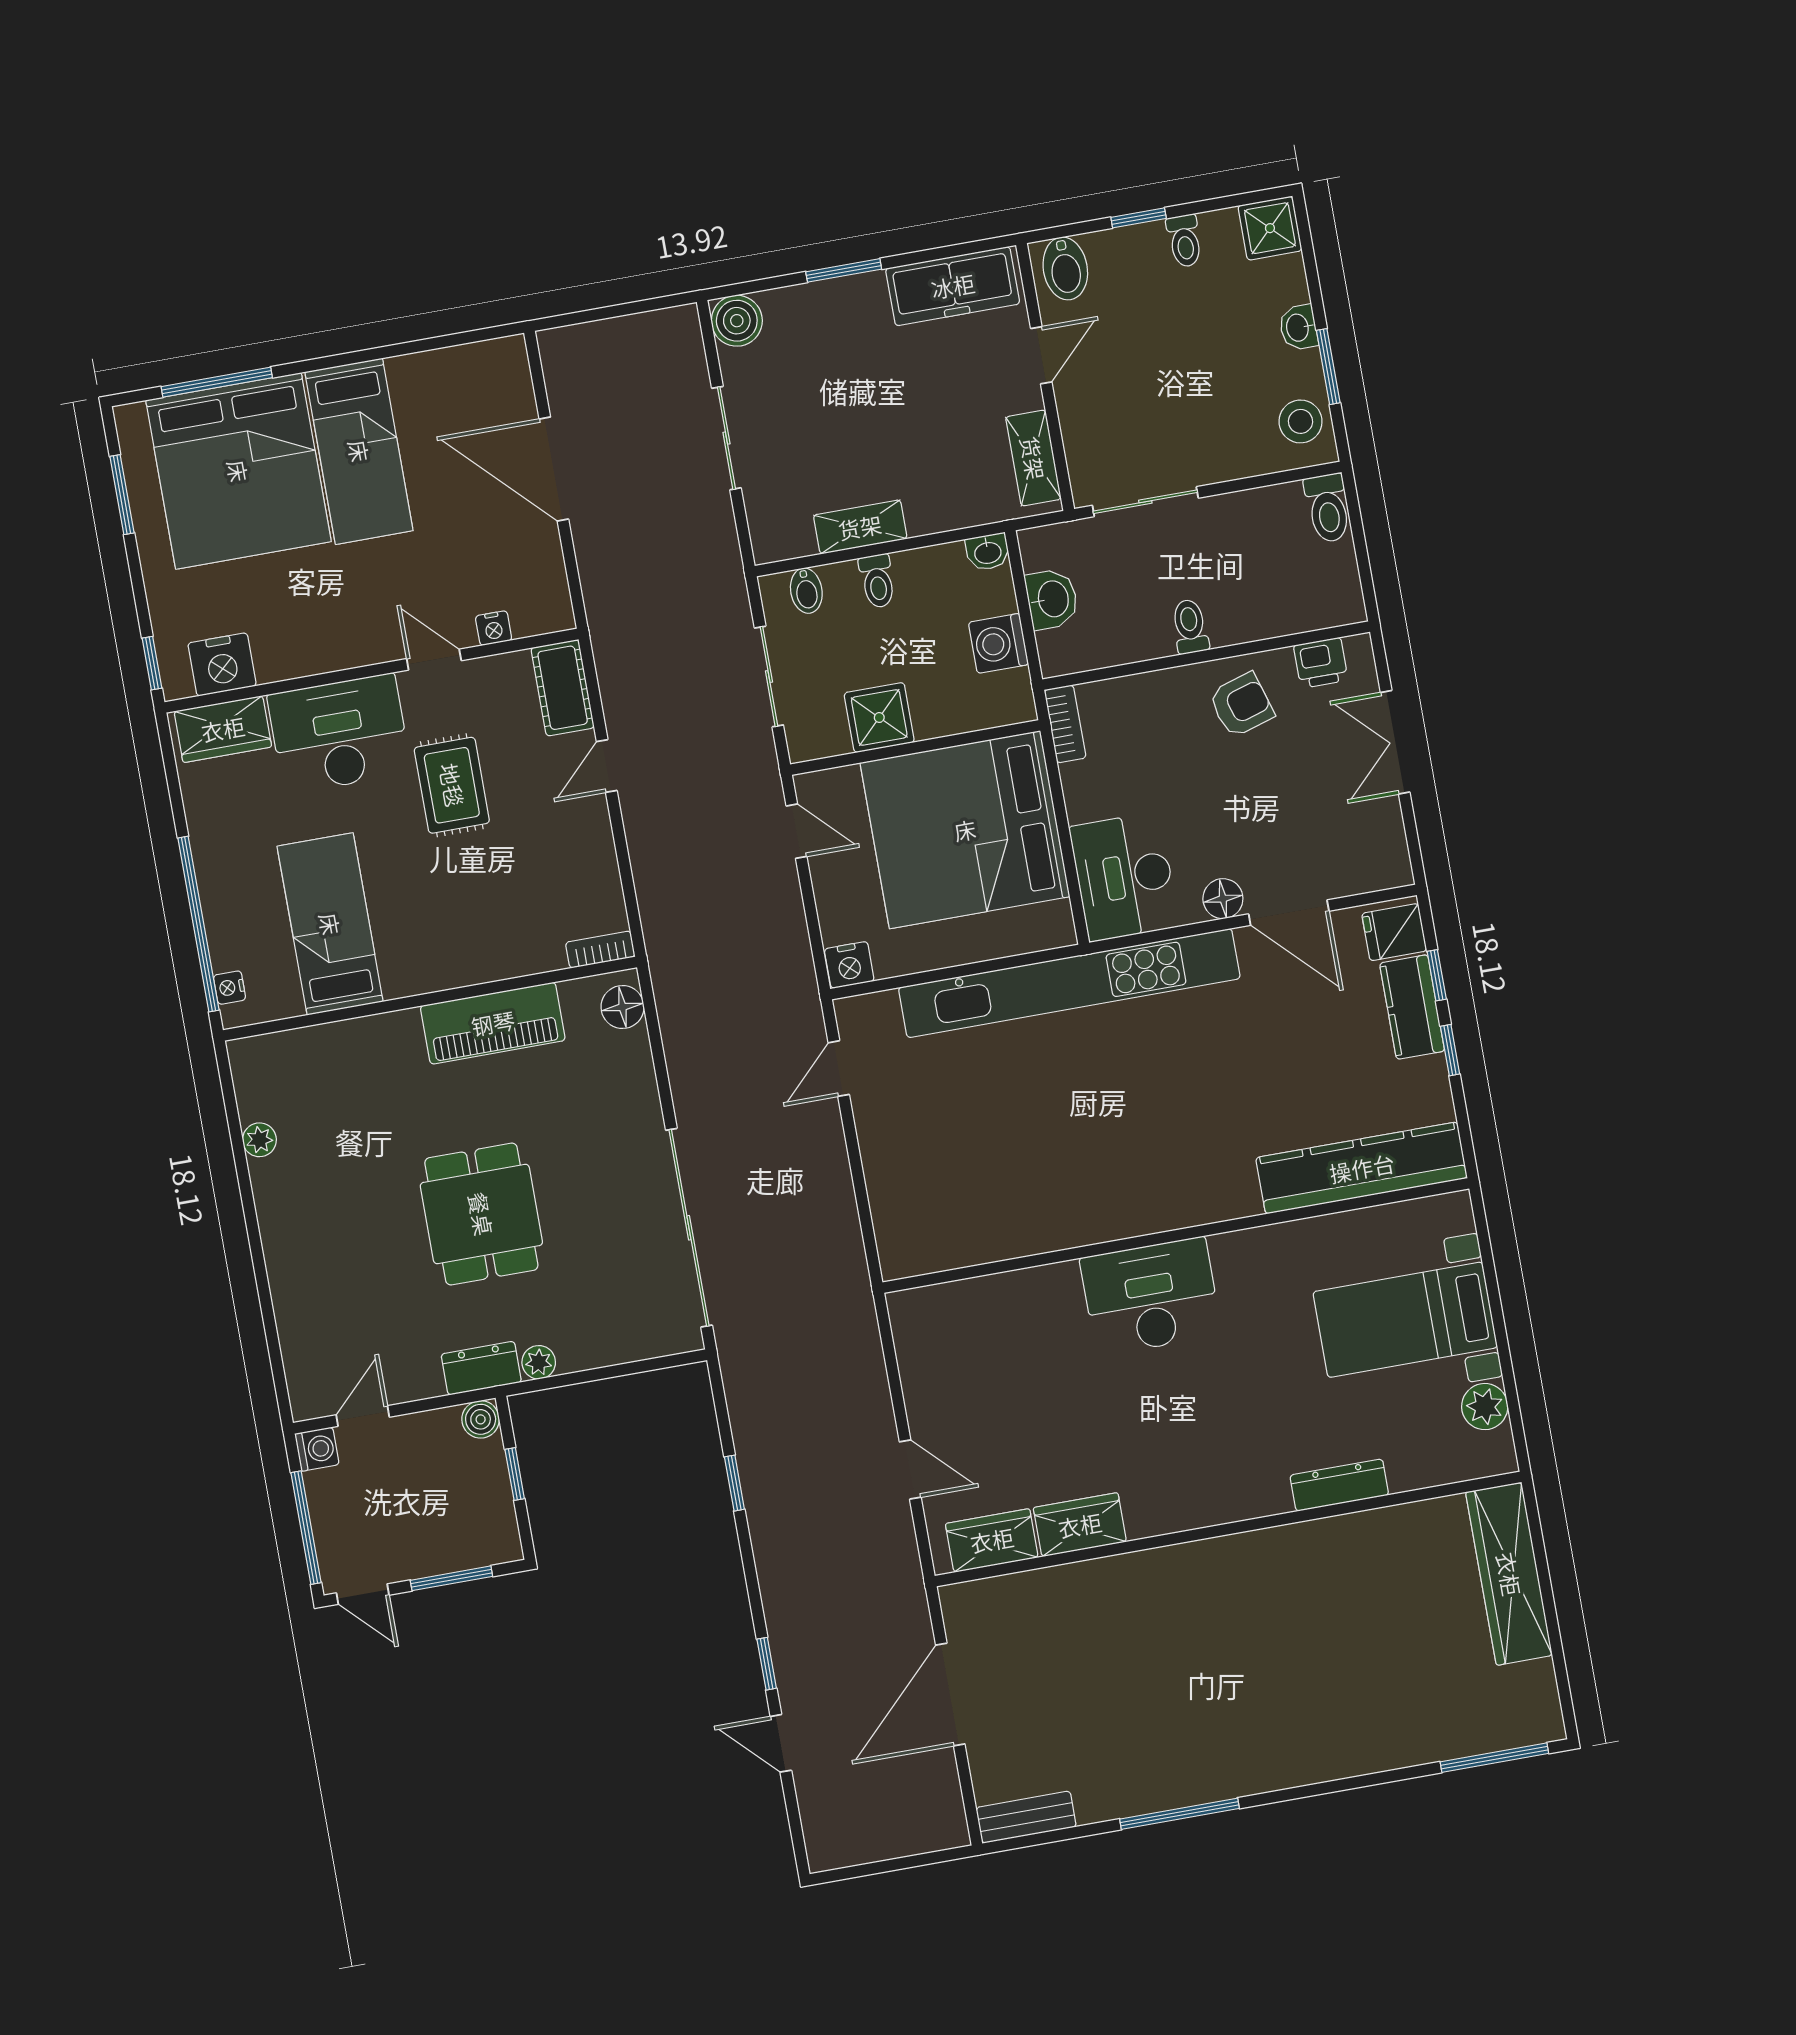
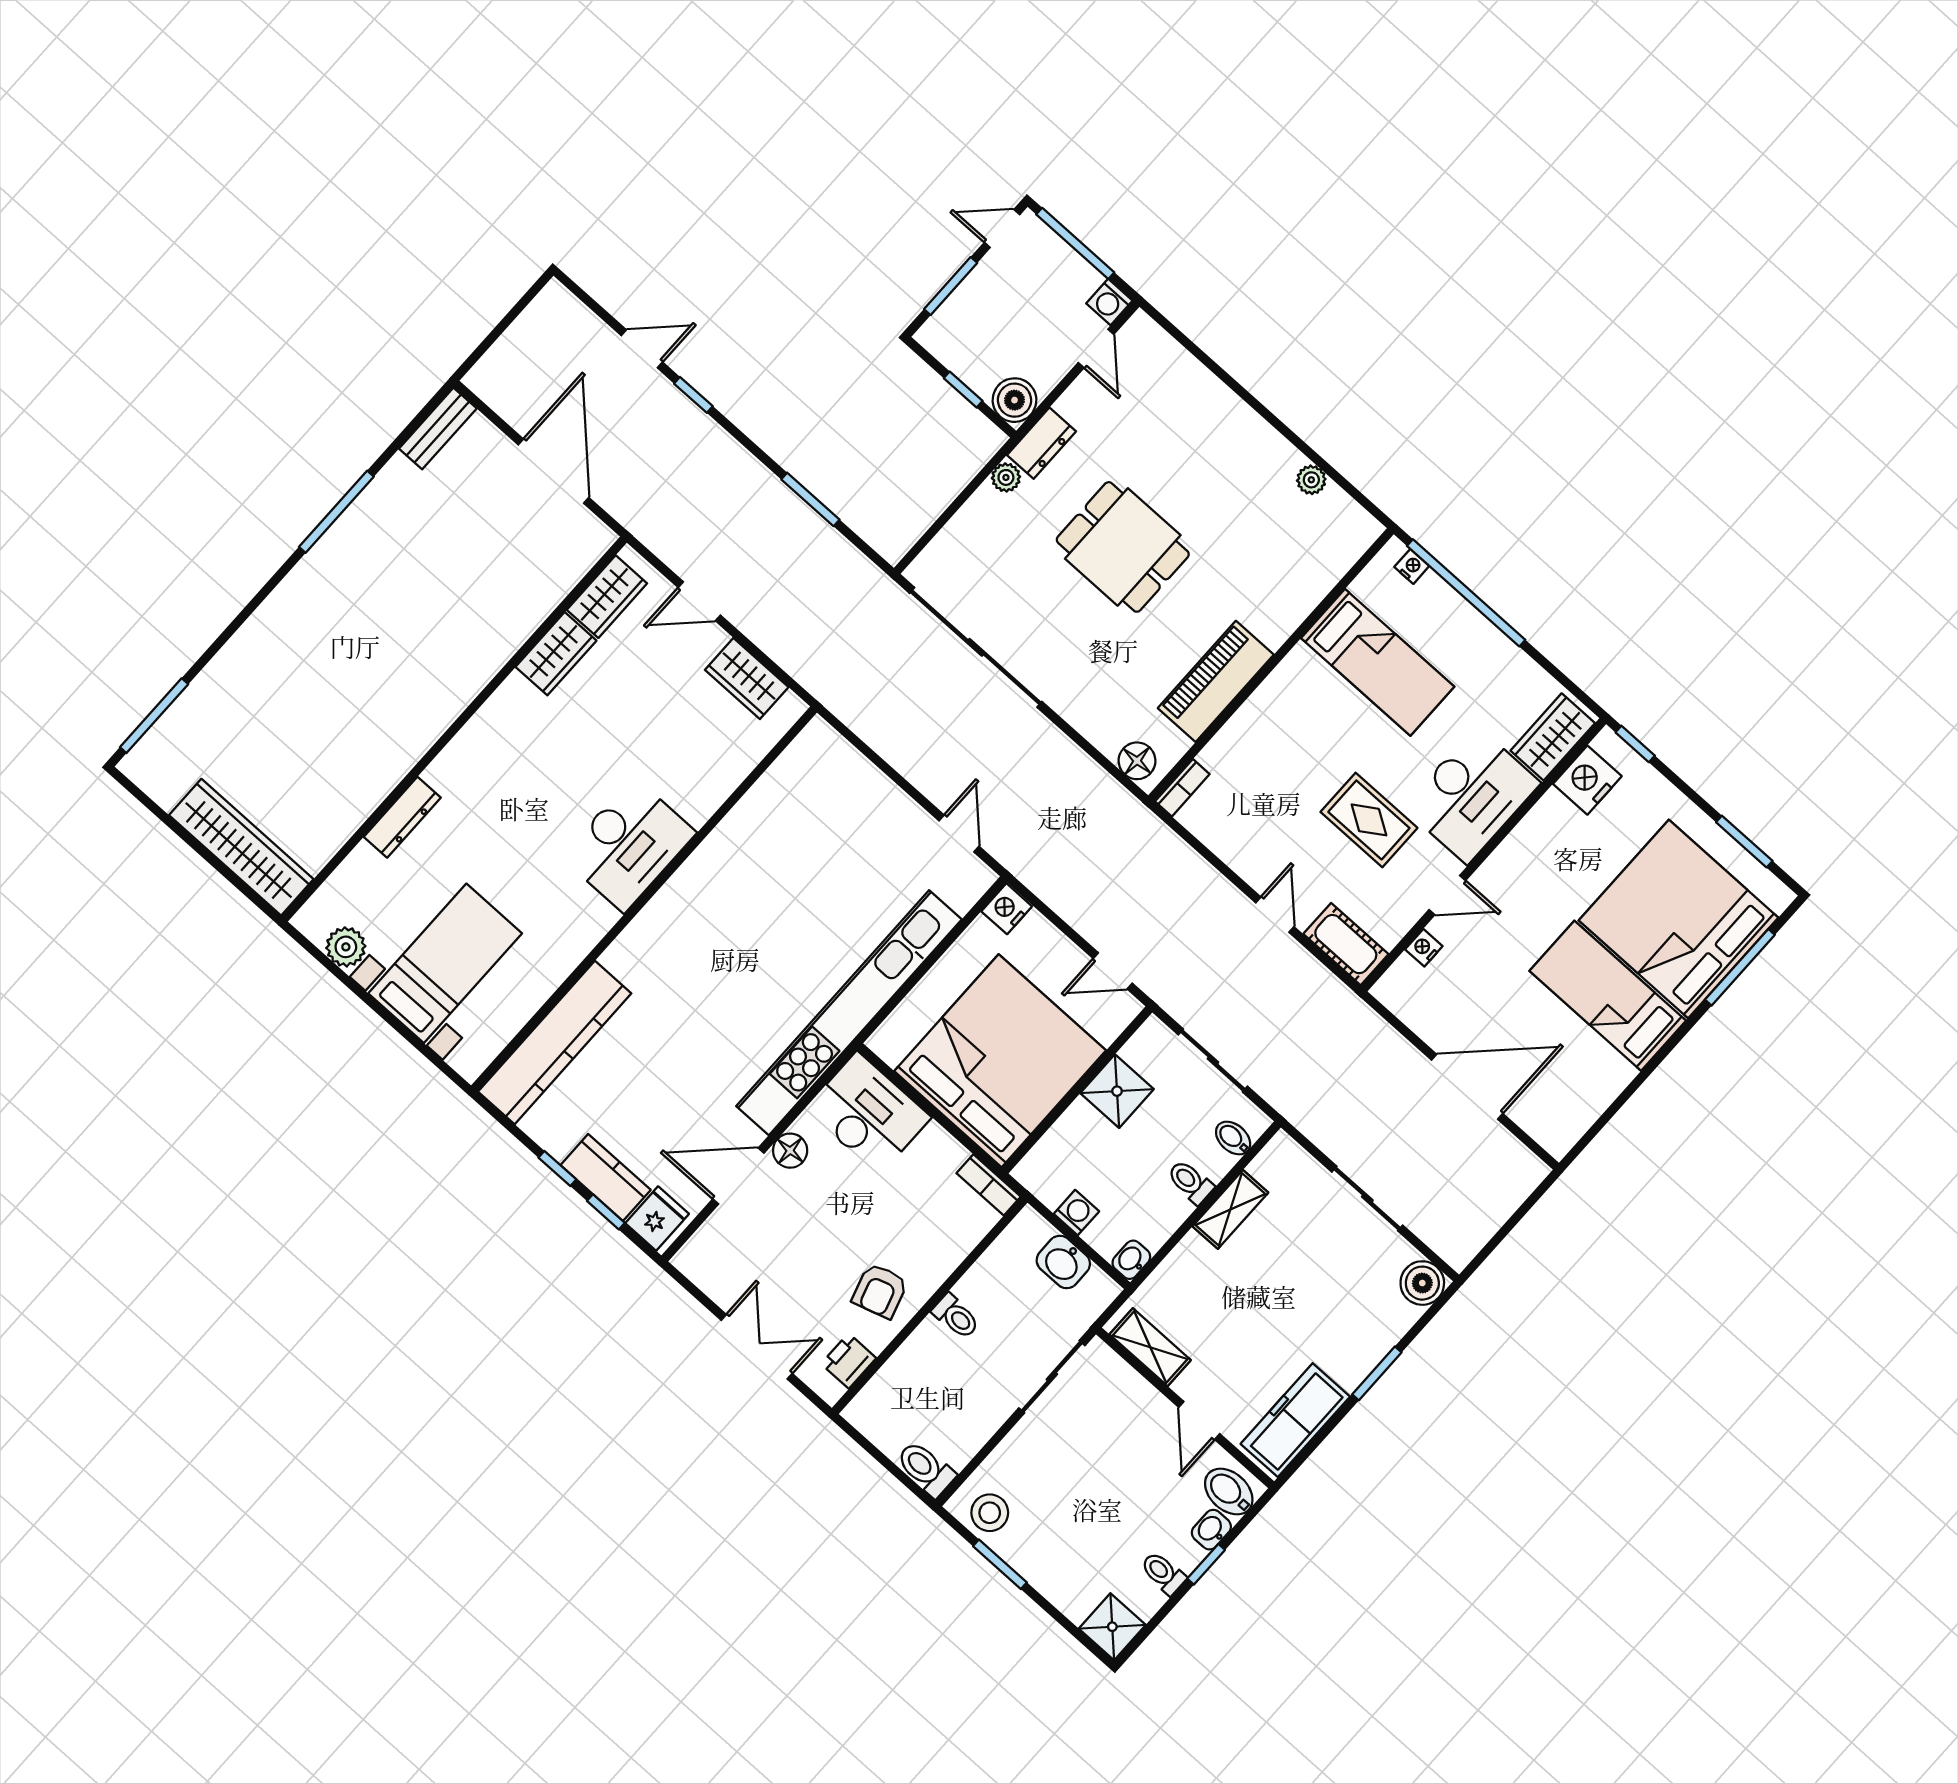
washbasin: (1298, 327) -> (1211, 1530), moved, turned -90
washing machine: (998, 643) -> (1076, 1213), width x0.73, depth x0.73
wardrobe: (922, 1364) -> (747, 679), added
boiler: (481, 1419) -> (1014, 400), width x1.36, depth x1.36
window: (734, 1483) -> (810, 499), width x1.50

